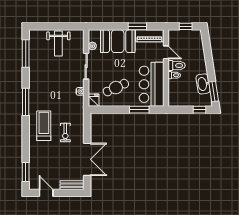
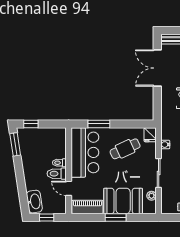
window: (137, 26) -> (116, 218), moved
washbasin: (203, 84) -> (34, 202), moved

